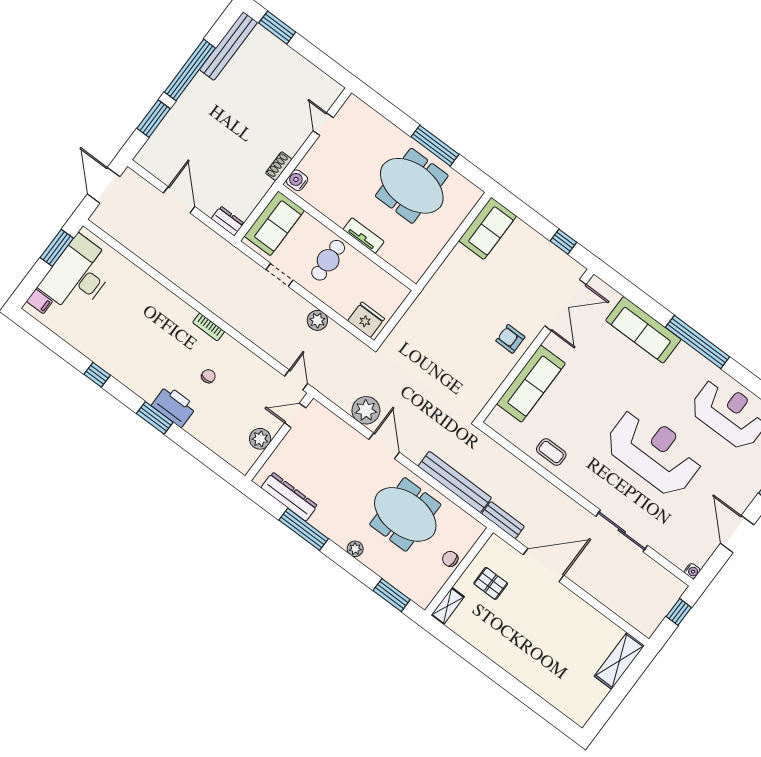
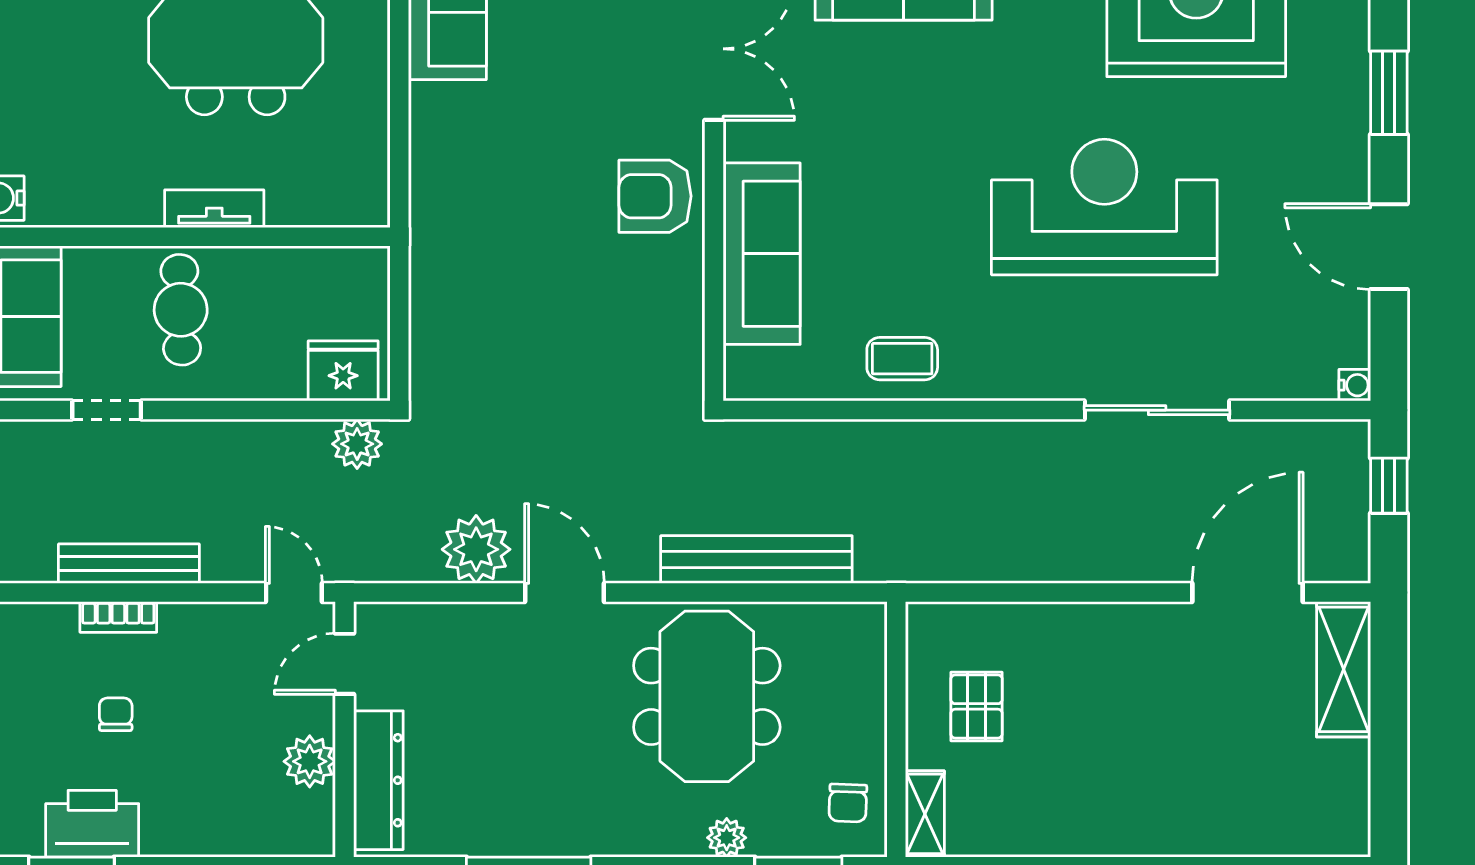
plant: (317, 320) -> (357, 444), moved
bookcase: (209, 327) -> (118, 617), moved
armchair: (510, 339) -> (655, 196), width x1.38, depth x1.38
dresser: (289, 497) -> (378, 780), moved, turned 90
meeting table: (405, 514) -> (707, 696), turned 90
bench: (503, 520) -> (129, 564), moved, width x1.36
plant: (355, 549) -> (727, 838), moved
chair: (450, 559) -> (848, 803), moved, turned -88
door: (543, 565) -> (1248, 593), moved
pallet: (491, 583) -> (977, 706), turned 90

